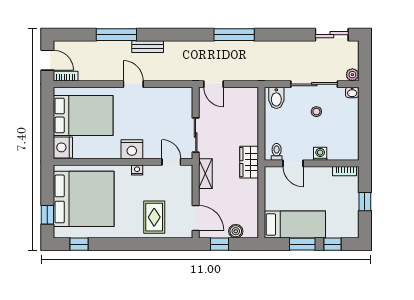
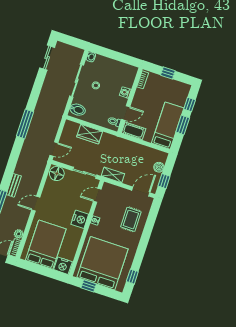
plant: (352, 75) -> (19, 234), moved
floor lamp: (182, 99) -> (57, 173), added
wardrobe: (249, 162) -> (90, 134), moved
cot: (273, 182) -> (134, 131), added
window: (47, 215) -> (89, 286), moved
rug: (154, 217) -> (131, 219), turned 90

